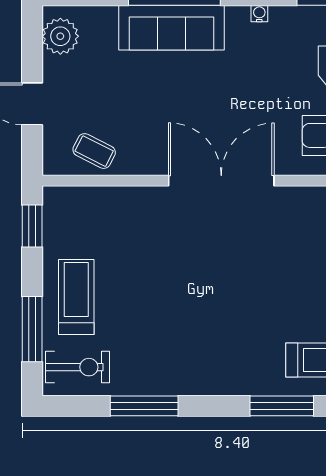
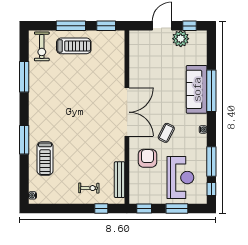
plant: (60, 36) -> (181, 39), moved
window: (32, 43) -> (190, 26), added
coffee table: (94, 151) -> (166, 133), moved
window: (32, 329) -> (71, 26), moved

